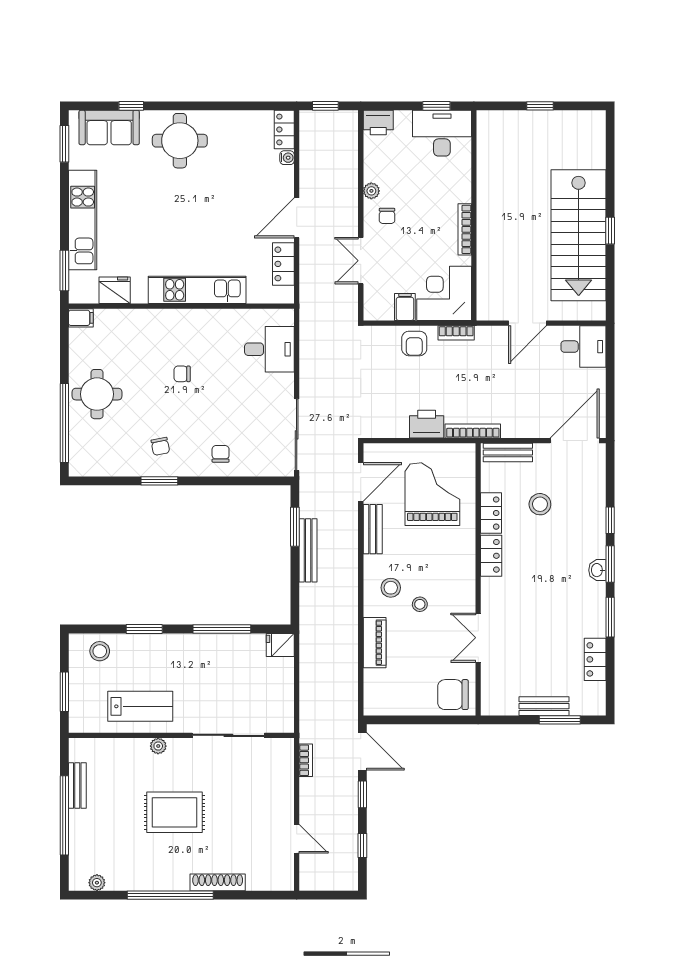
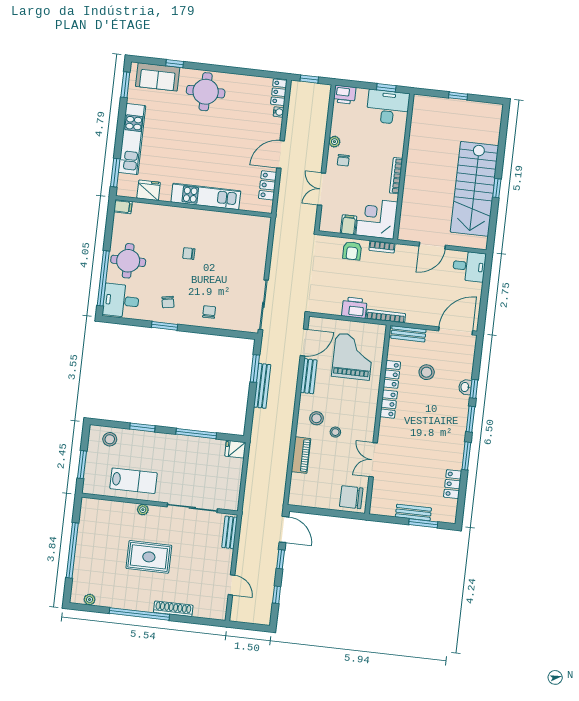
desk: (269, 349) -> (121, 301), moved, turned 180
washbasin: (597, 570) -> (465, 387), moved
bookcase: (306, 760) -> (244, 531), removed
bench: (77, 785) -> (229, 532), moved

